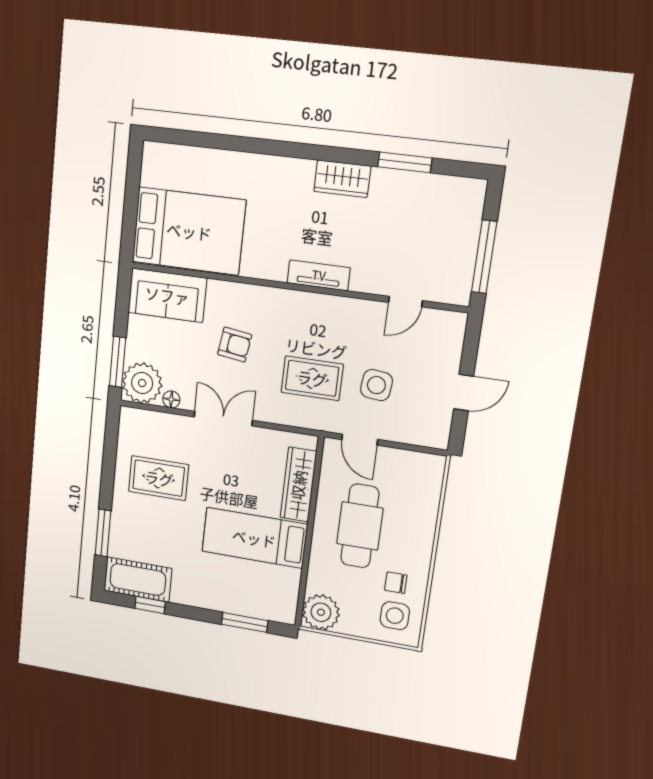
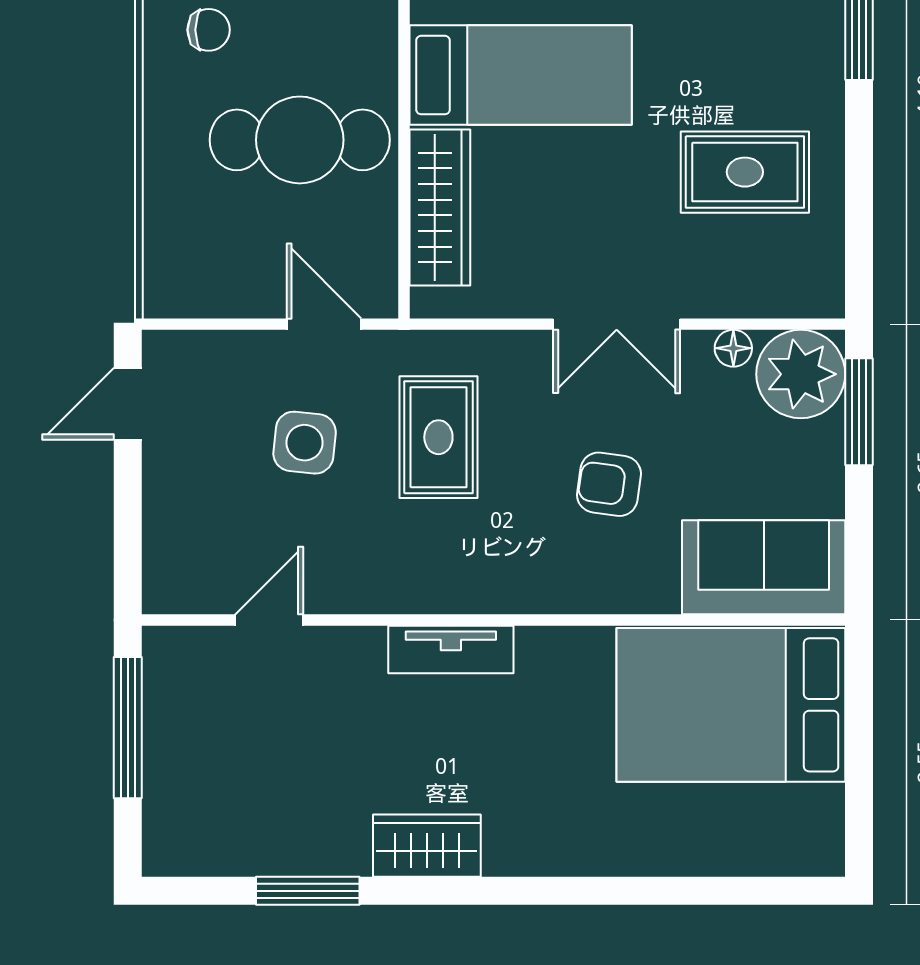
rug: (312, 378) -> (438, 437), turned 90
door: (464, 393) -> (128, 404), moved
cafe table: (360, 526) -> (300, 140), turned 90

